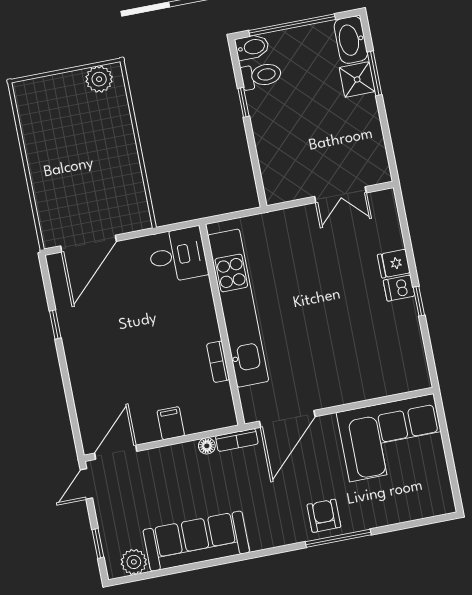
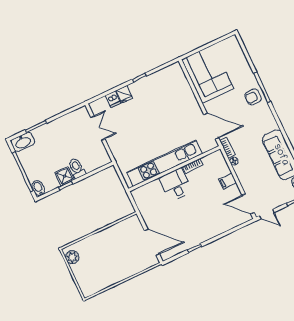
toilet: (261, 75) -> (77, 168), moved
shower: (357, 79) -> (65, 176), moved
desk: (178, 255) -> (176, 185), moved
dishwasher: (399, 288) -> (113, 99), moved

